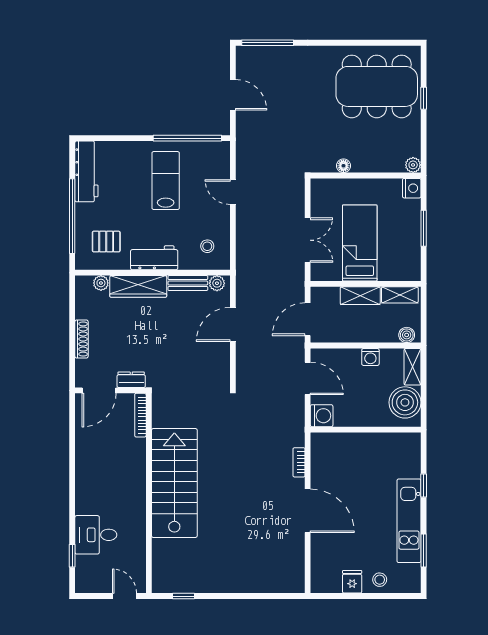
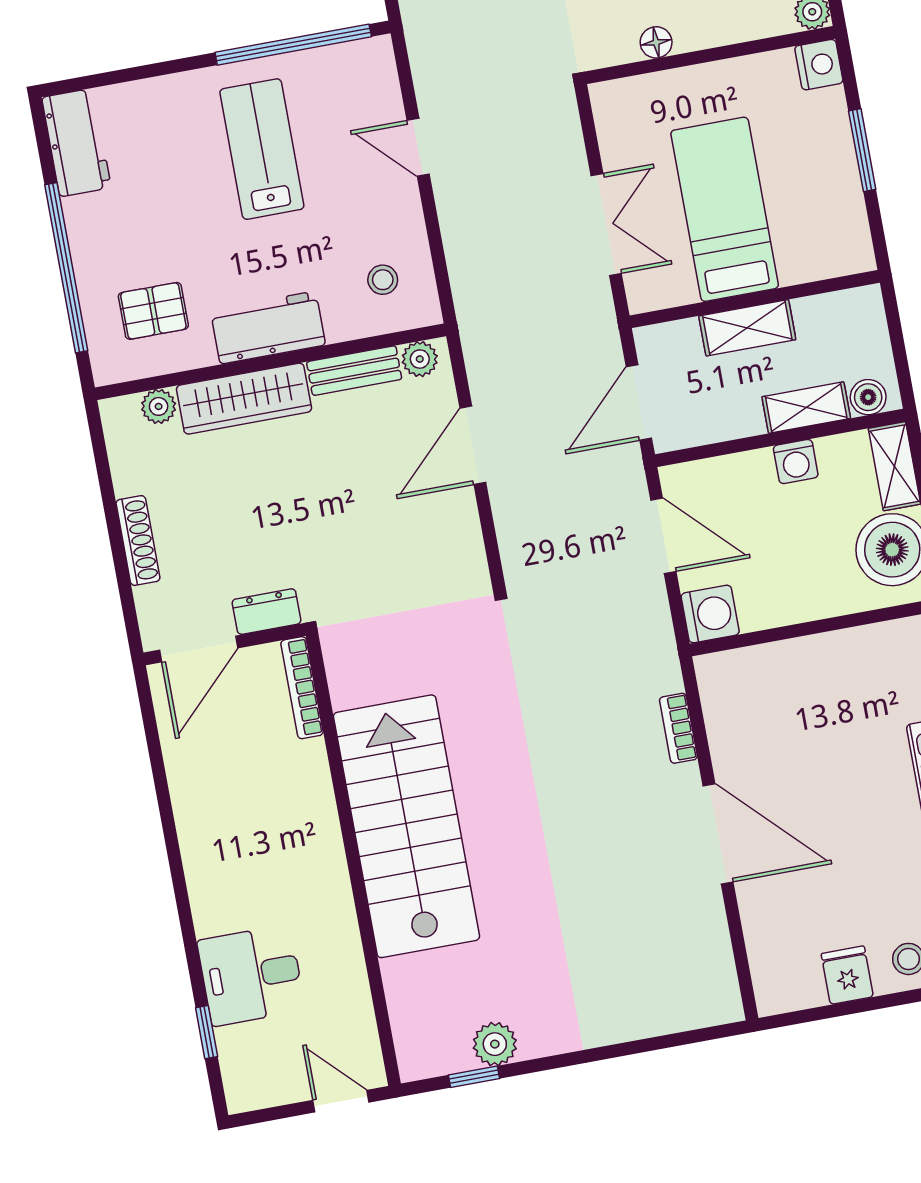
workbench: (86, 171) -> (76, 142), width x0.73
shelving: (400, 295) -> (806, 408), moved
plant: (195, 584) -> (495, 1044), added

